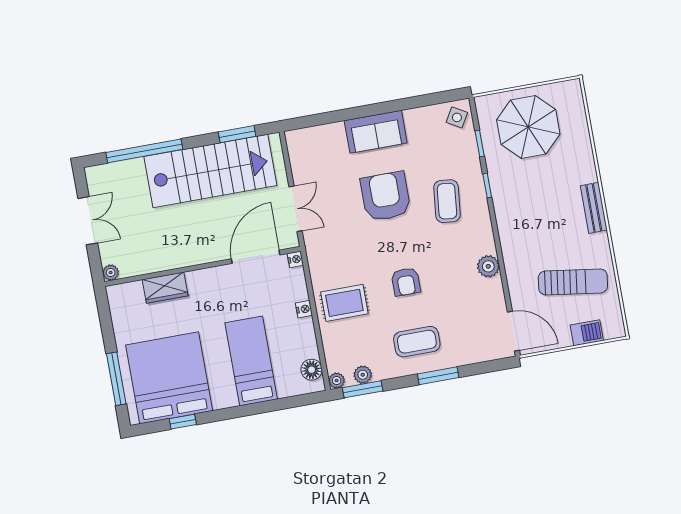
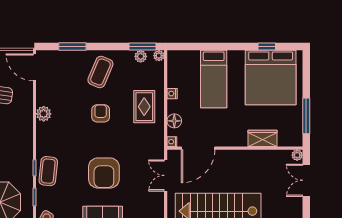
coffee table: (447, 201) -> (48, 171), moved
double door: (88, 221) -> (306, 180), moved
rug: (344, 303) -> (144, 107), turned 90
nightstand: (304, 309) -> (172, 94), moved
coffee table: (417, 342) -> (100, 72), turned -67
floor lamp: (312, 370) -> (174, 121), moved
window: (438, 376) -> (72, 47), moved
window: (116, 379) -> (306, 116), moved

